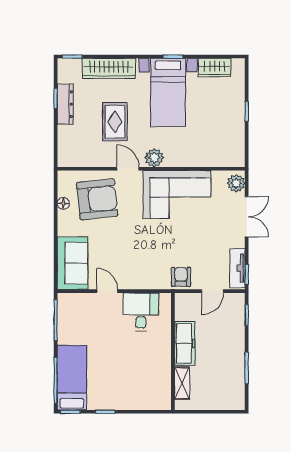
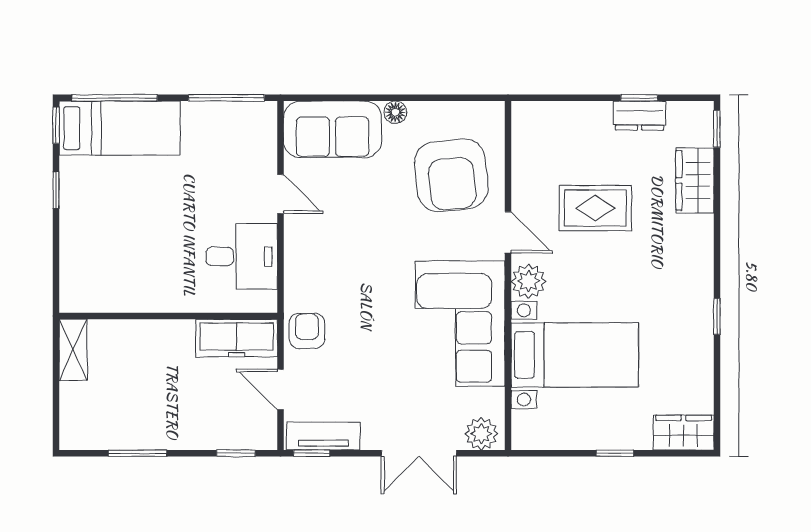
wardrobe: (109, 68) -> (695, 181), width x0.67
wardrobe: (215, 68) -> (684, 433), moved, turned 90
bed with nightstands: (168, 92) -> (575, 355), moved, turned 180
dresser: (65, 104) -> (640, 116), width x0.70
door: (128, 169) -> (508, 232), hinge flipped
floor lamp: (63, 203) -> (395, 112), moved
armchair: (181, 277) -> (307, 331), turned -90
door: (107, 291) -> (280, 194), hinge flipped
freezer: (185, 343) -> (237, 338), moved
shelving: (182, 383) -> (73, 350), moved, turned 90

